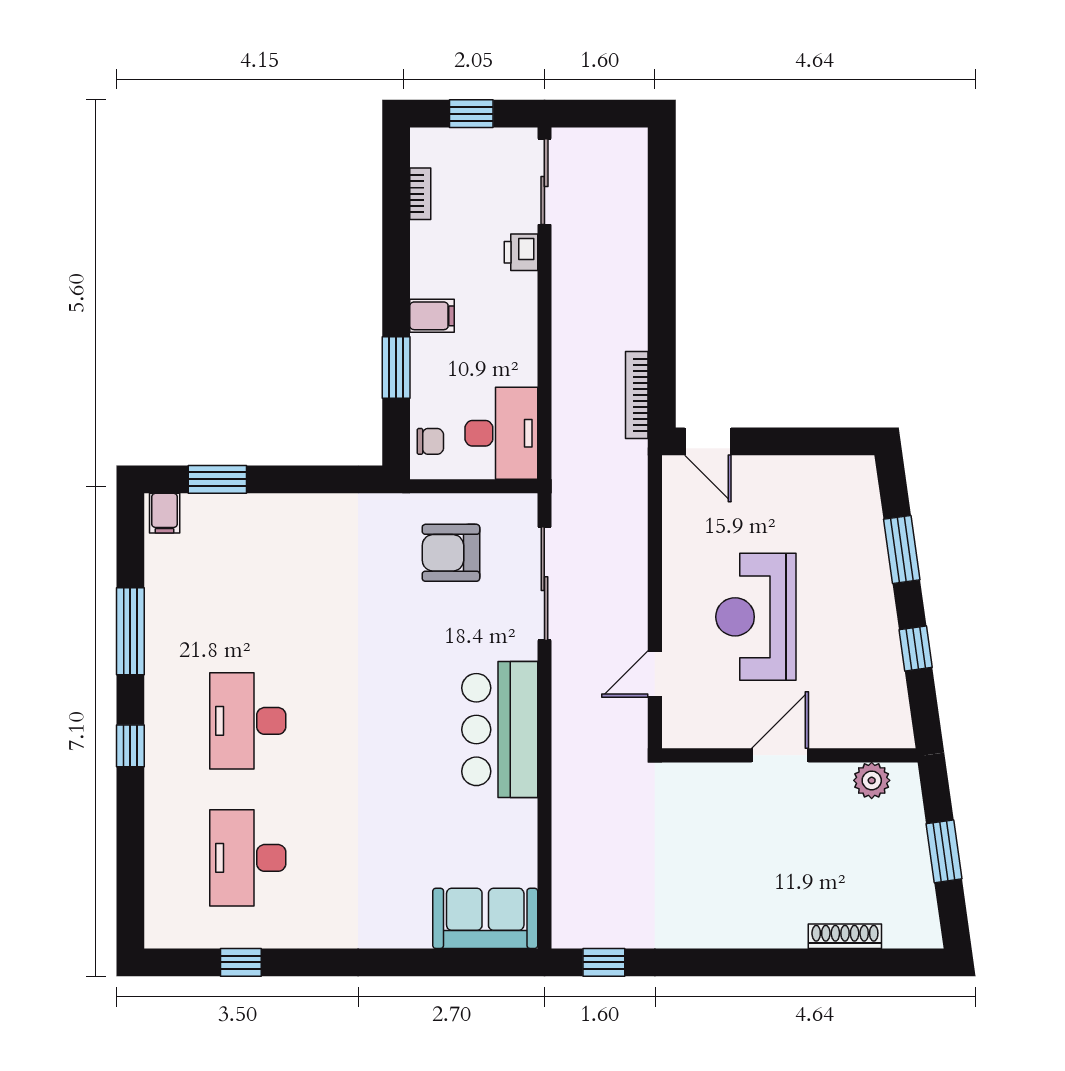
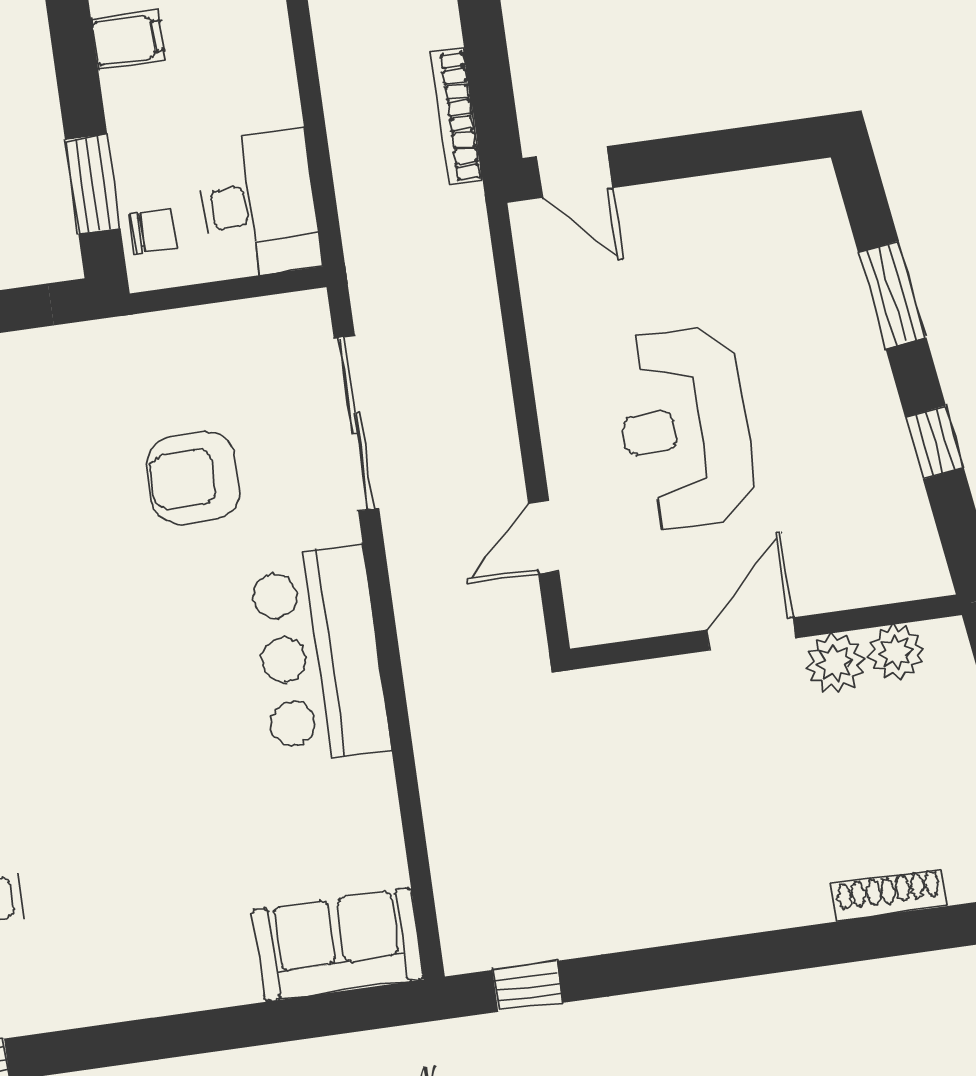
window: (396, 368) -> (93, 184), moved
armchair: (451, 553) -> (193, 478), moved
plant: (832, 782) -> (835, 663), added

